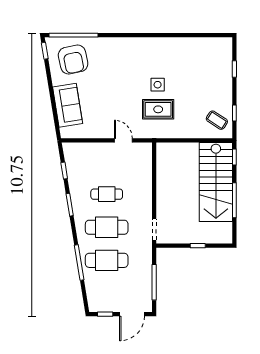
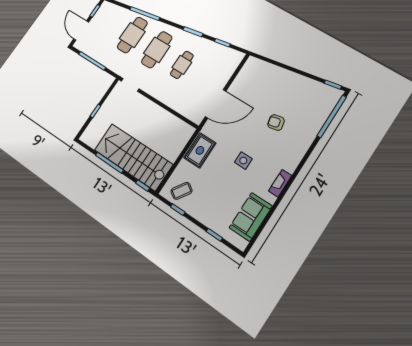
fireplace: (157, 42) -> (280, 183), added
armchair: (73, 60) -> (276, 123), moved, width x0.53, depth x0.53
sofa: (68, 105) -> (251, 217), moved, turned 99
rug: (158, 109) -> (200, 150), moved
door: (123, 140) -> (216, 104), width x1.87

